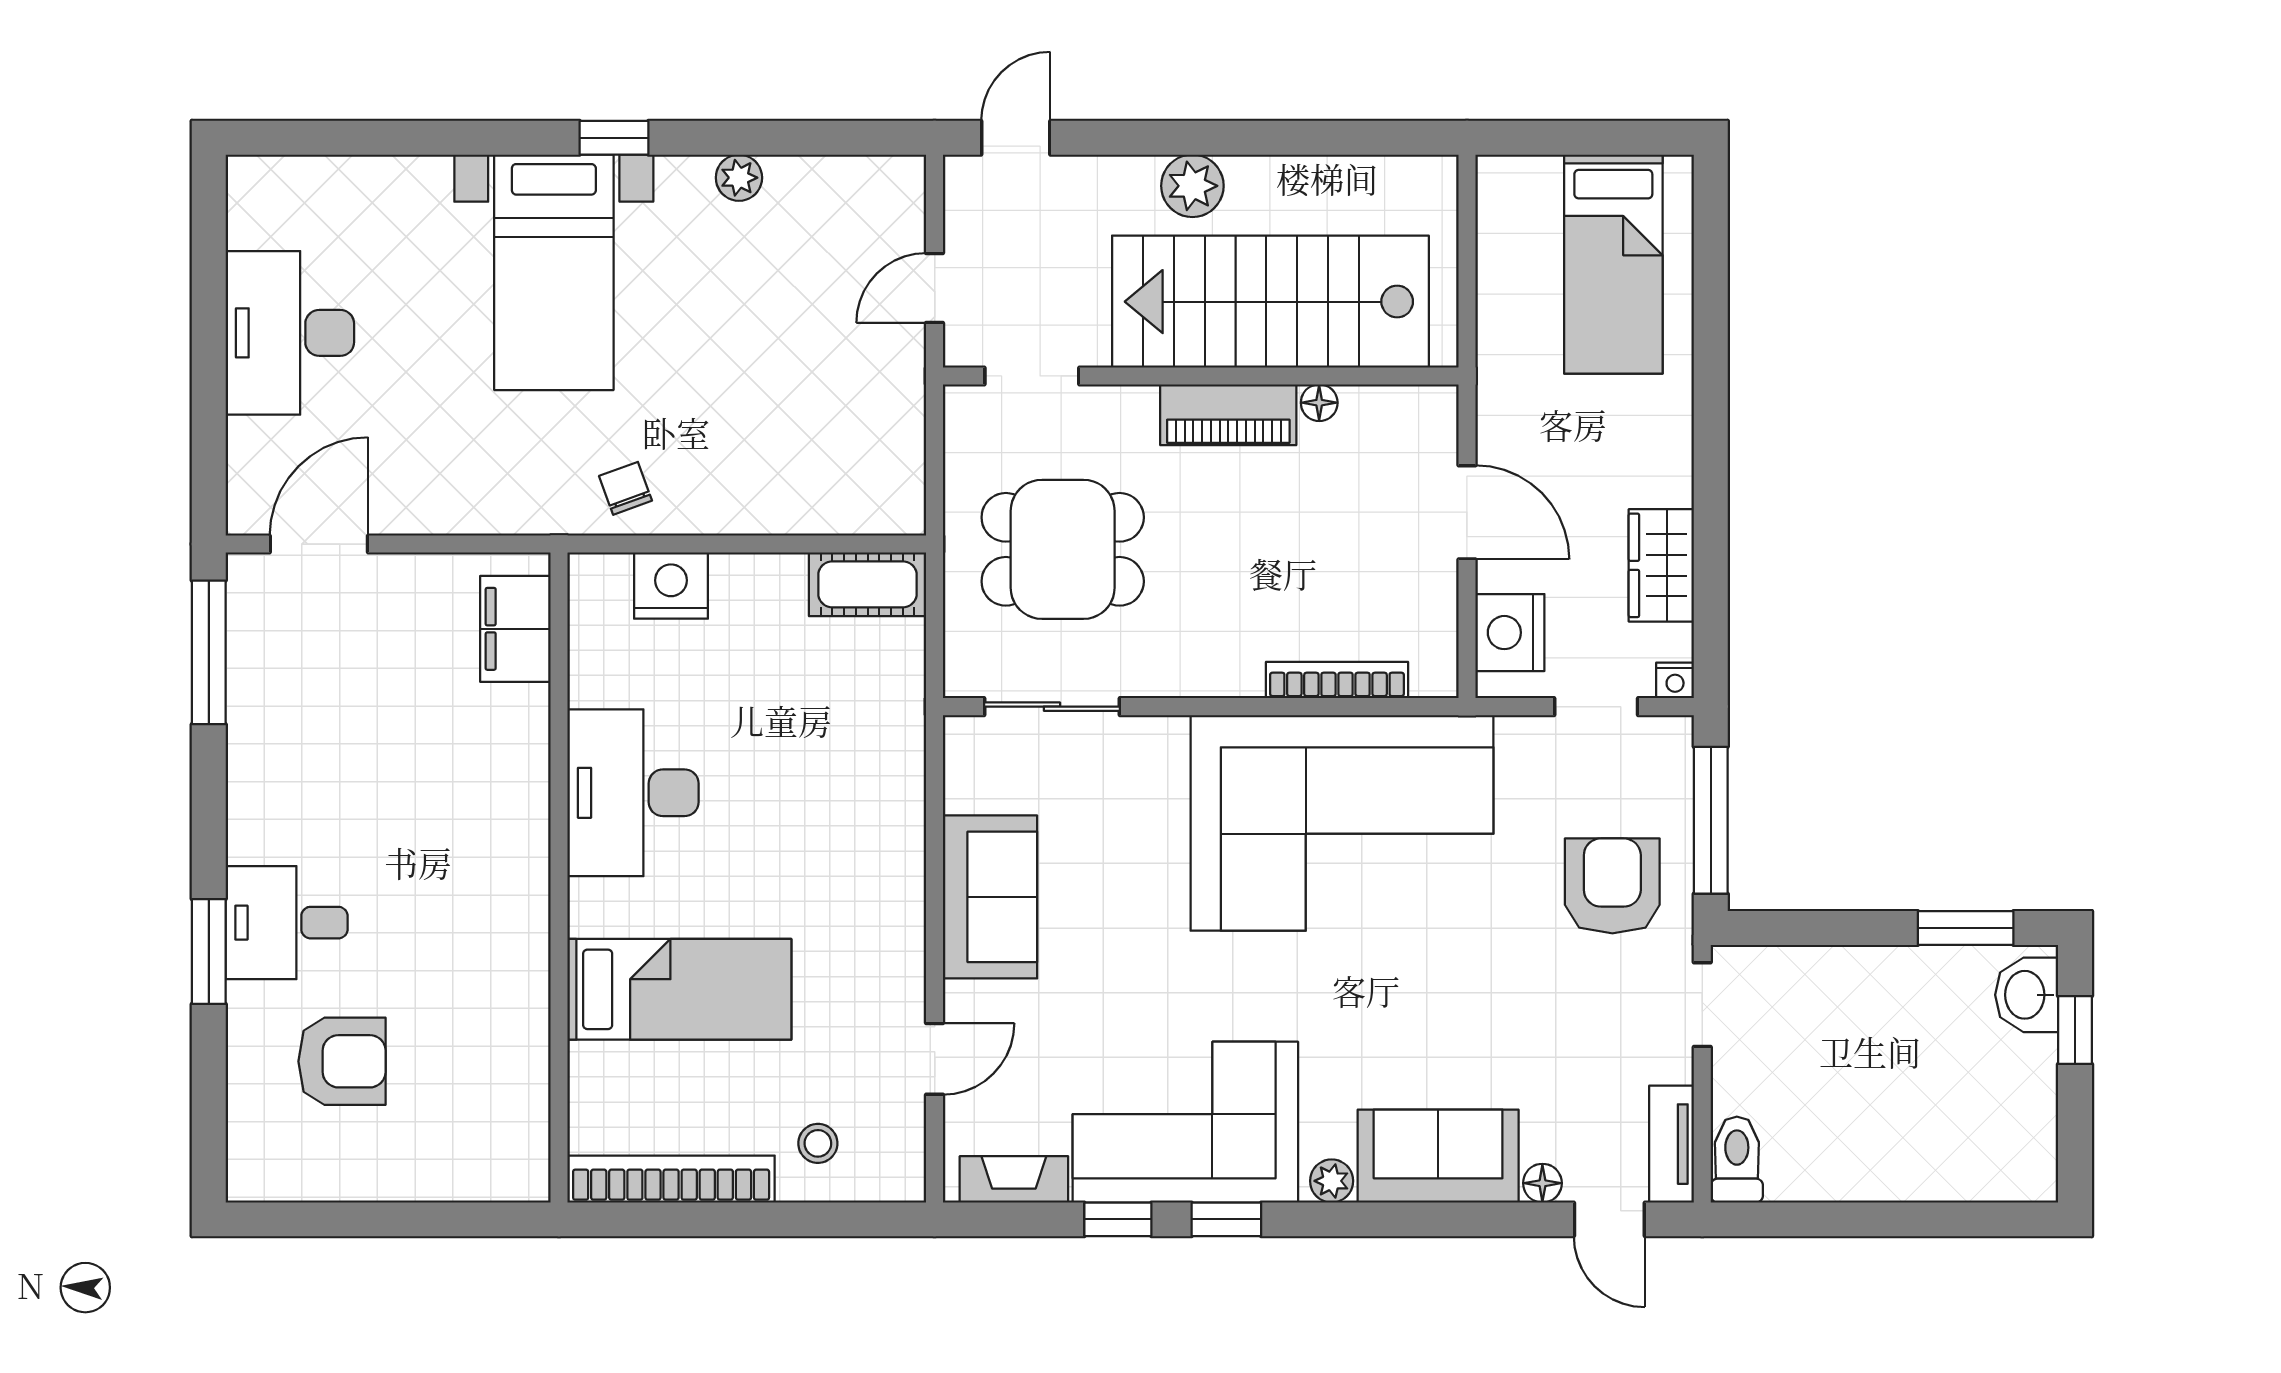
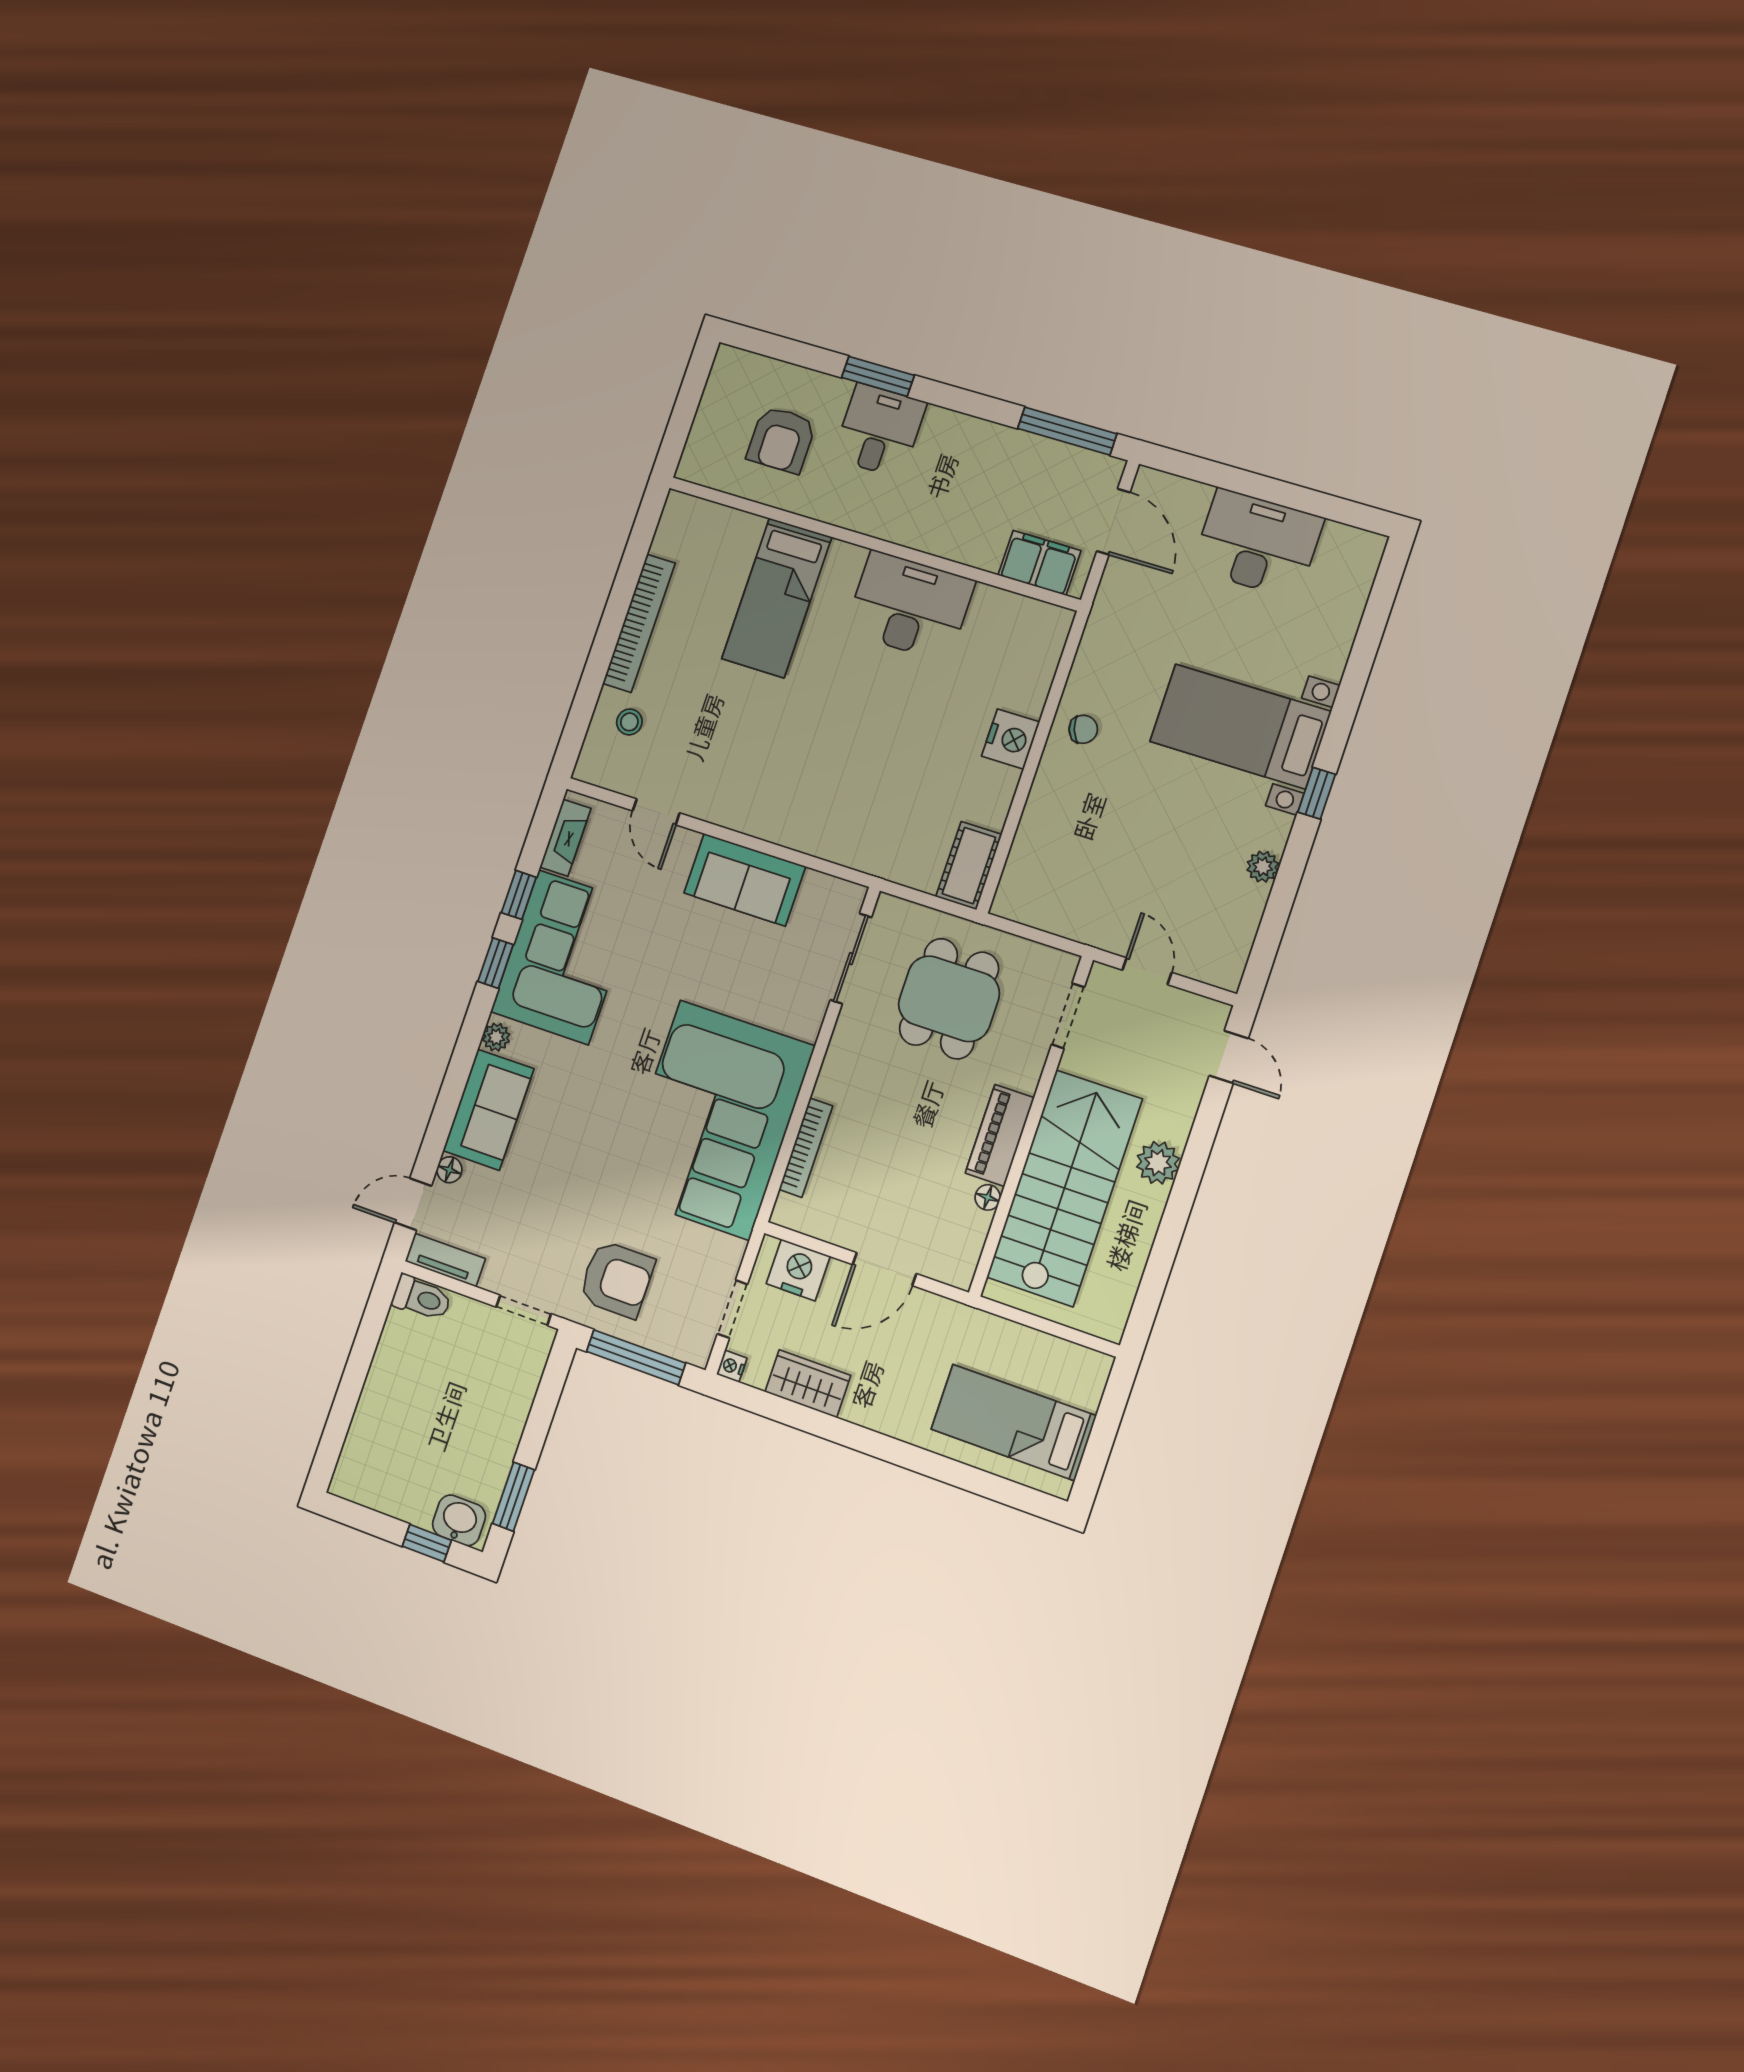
filing cabinet: (515, 629) -> (1039, 563), moved
desk: (633, 793) -> (910, 606), moved
wall: (559, 878) -> (872, 543), moved
bed: (679, 989) -> (777, 598), moved

